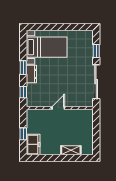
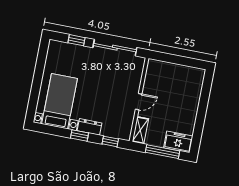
door: (58, 108) -> (139, 102), swing flipped
window: (23, 134) -> (162, 152), width x2.17
shelving: (71, 150) -> (140, 130), moved

